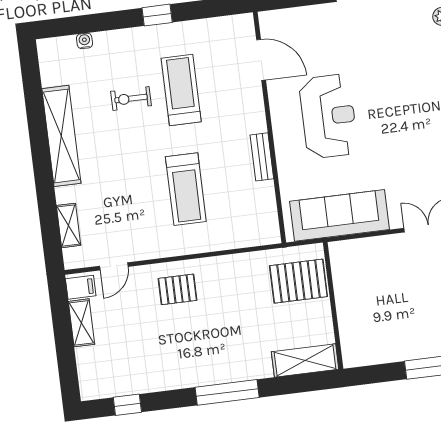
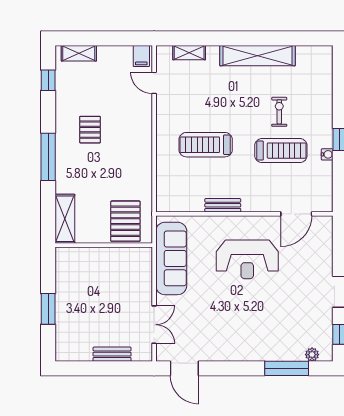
water cooler: (84, 41) -> (327, 154), moved
pallet: (178, 289) -> (90, 130), moved
shelving: (81, 323) -> (79, 53), moved

